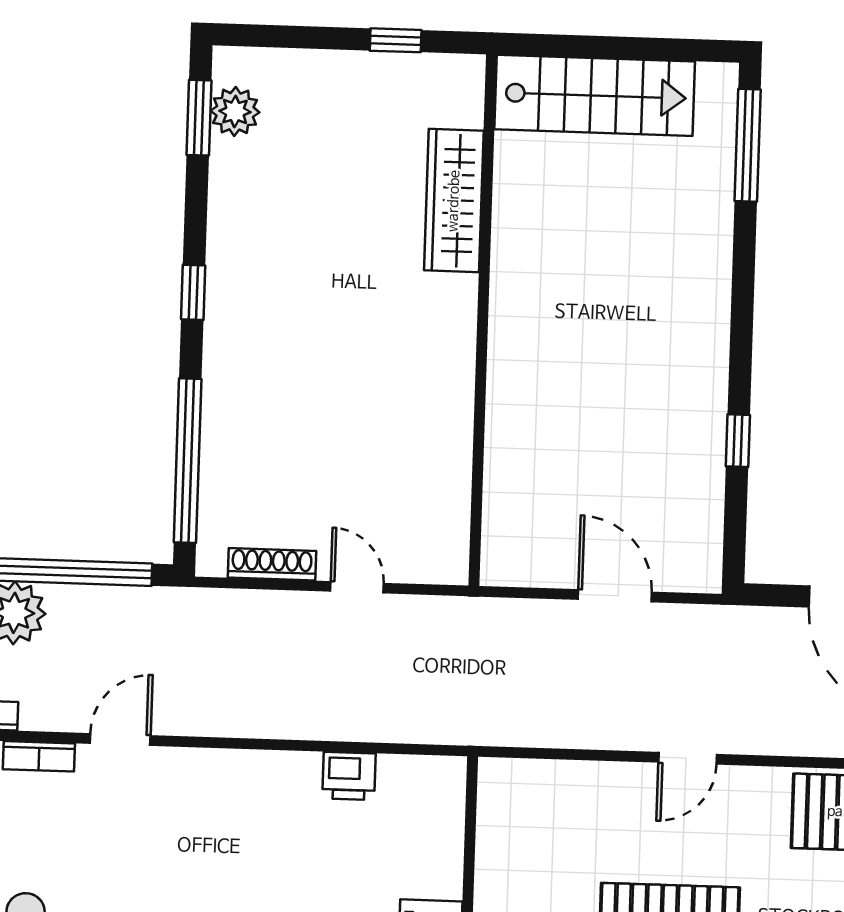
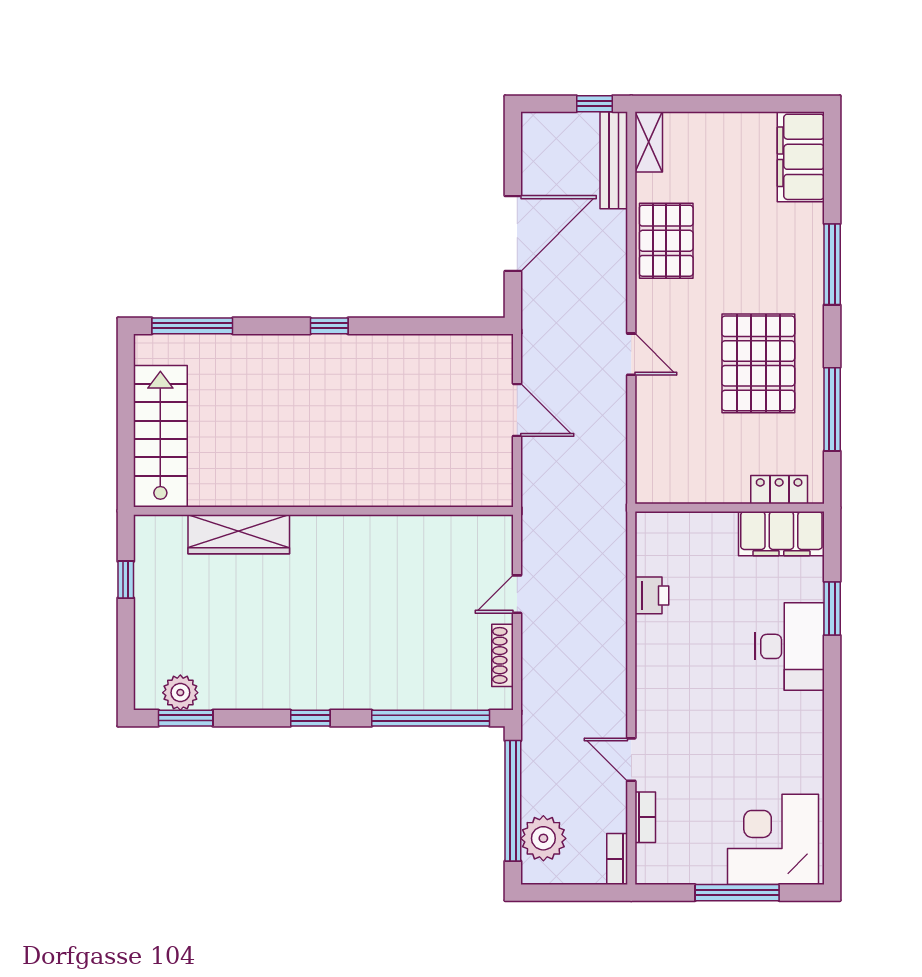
window: (738, 441) -> (329, 326), moved
door: (615, 596) -> (517, 410), swing flipped

